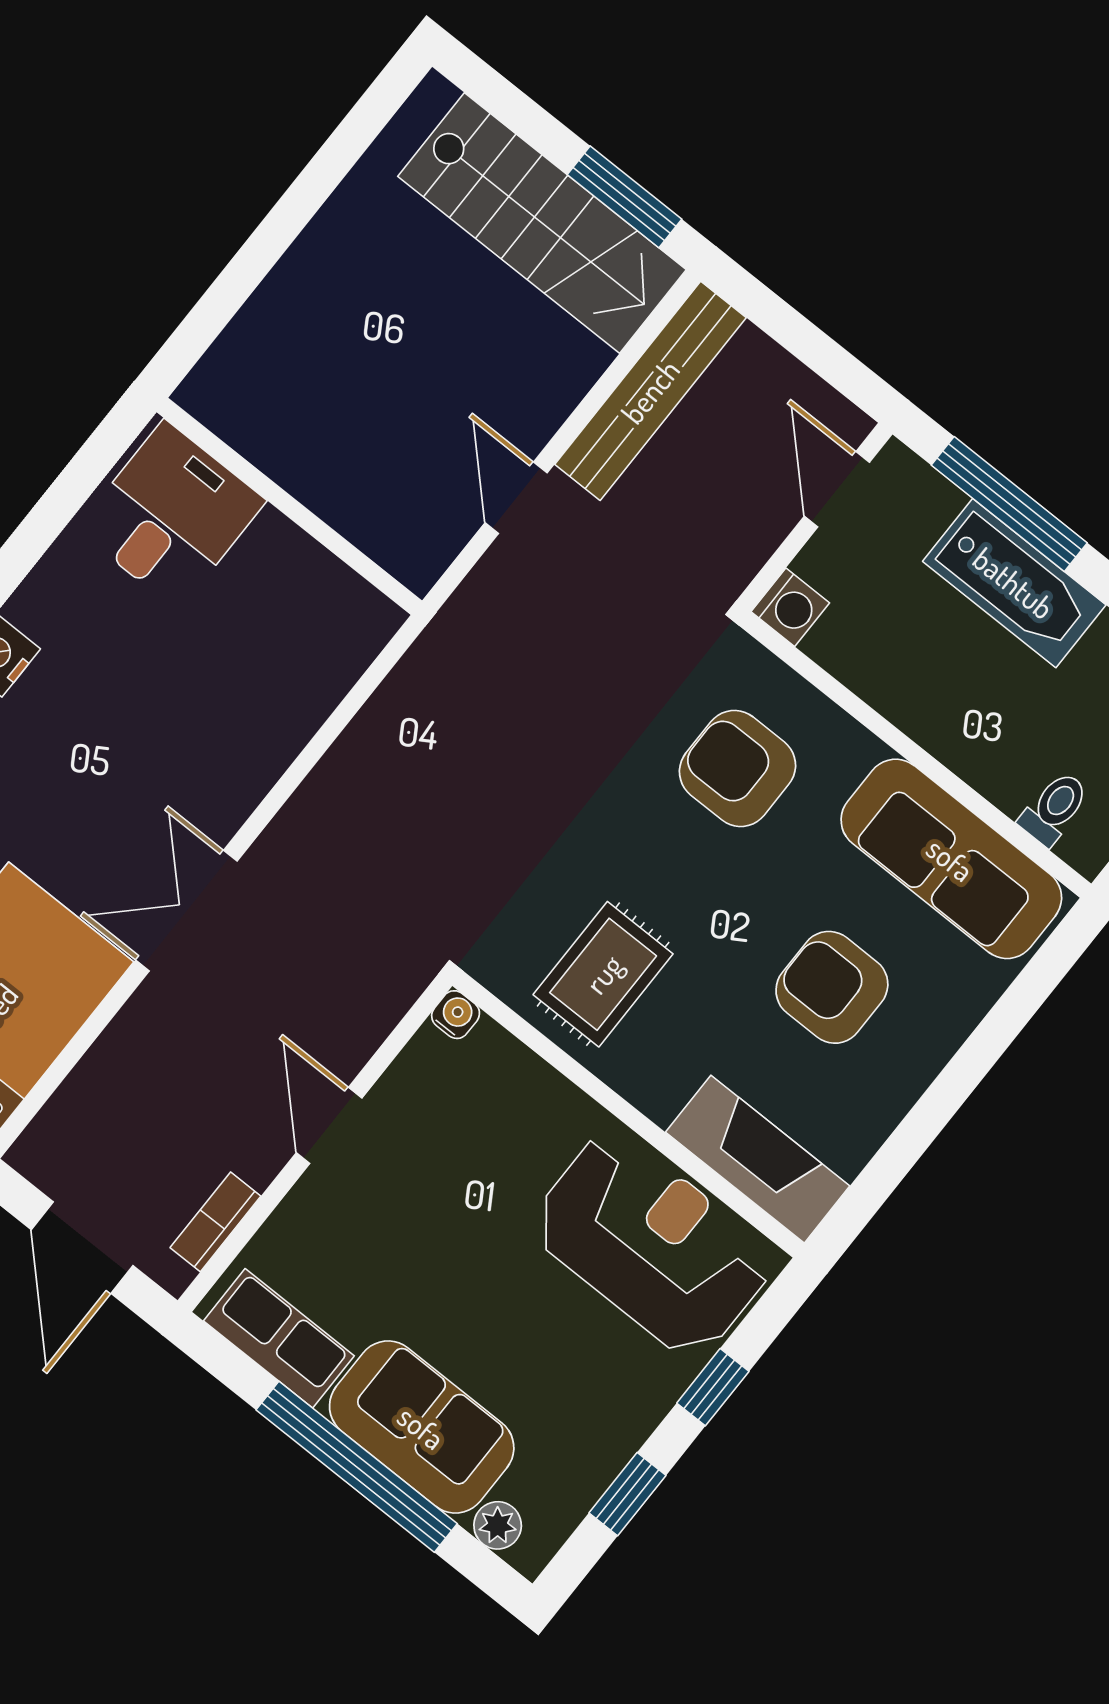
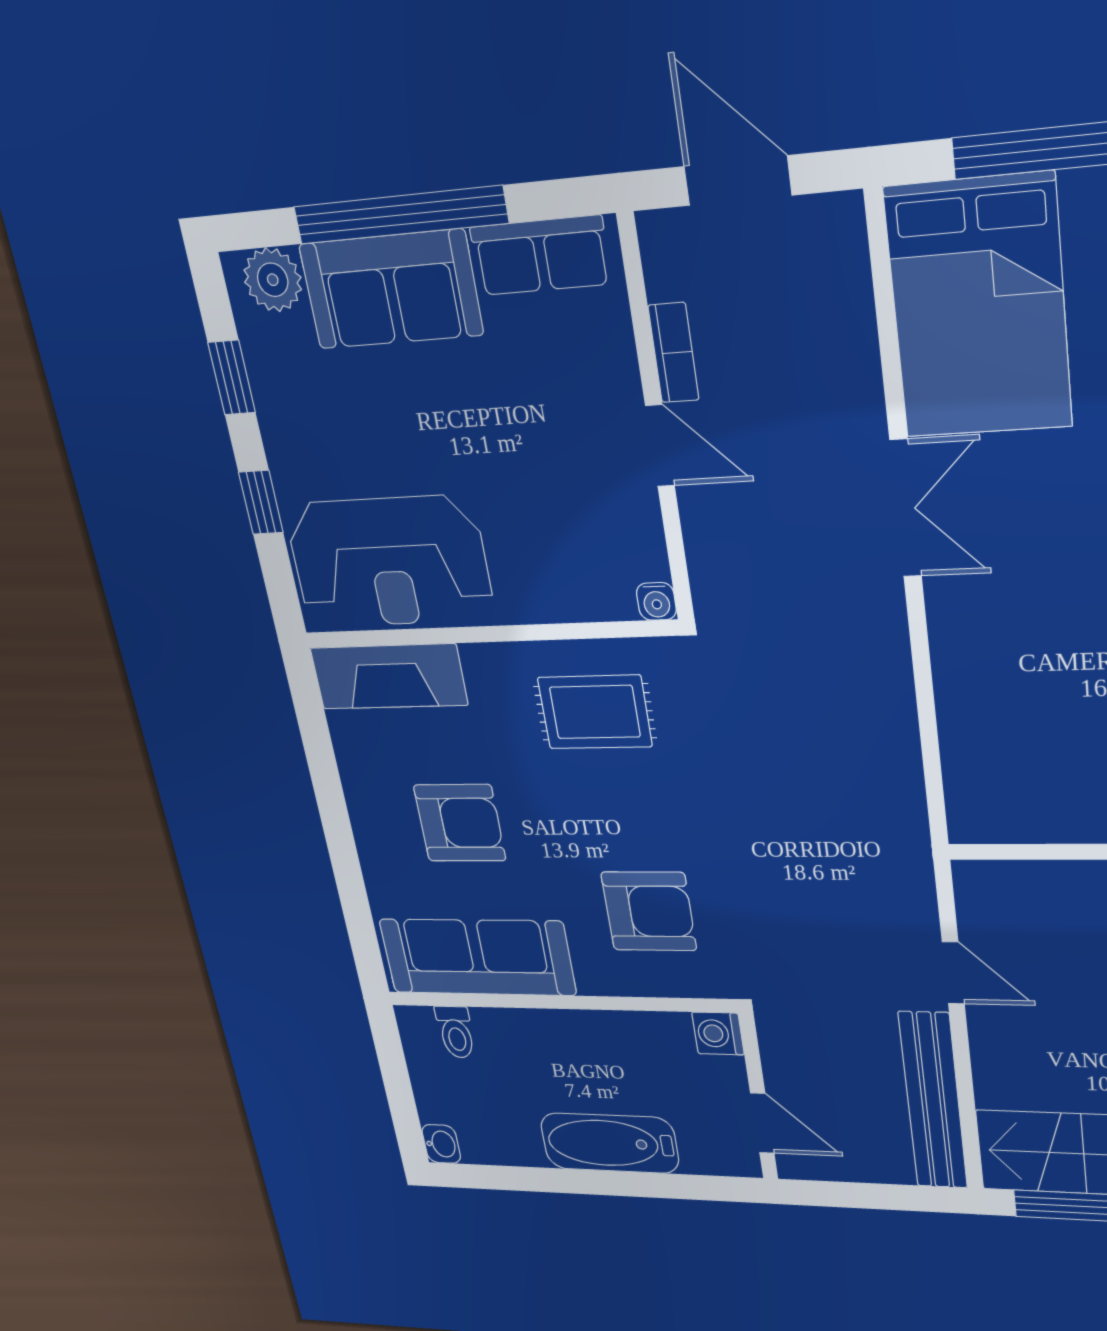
window: (1009, 504) -> (658, 1186), removed
rug: (603, 974) -> (595, 712), turned 90
bookcase: (215, 1222) -> (674, 353), moved
plant: (498, 1525) -> (273, 280), width x1.38, depth x1.38

